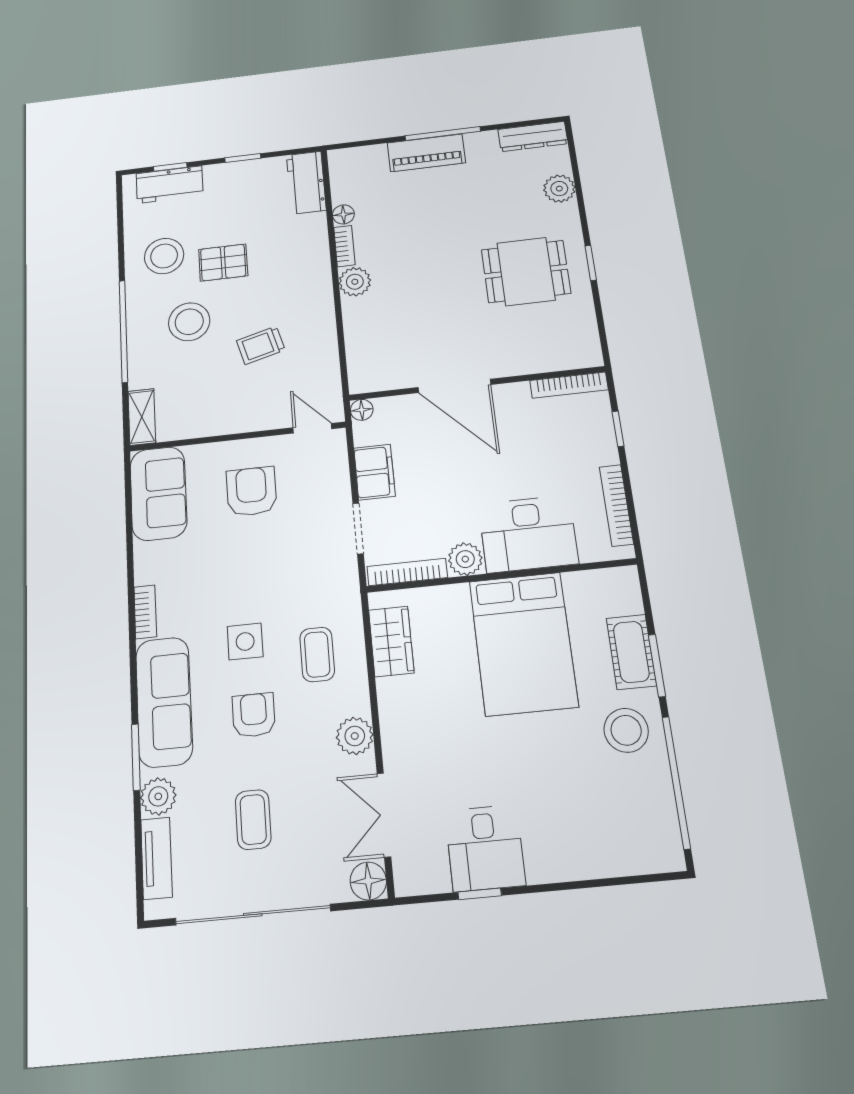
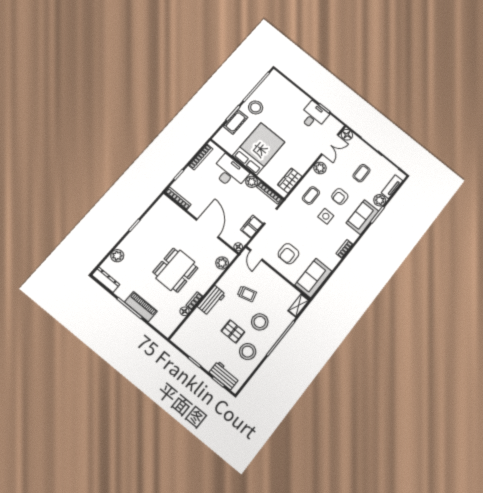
workbench: (306, 183) -> (212, 300), moved
dining table: (526, 271) -> (175, 270), moved, width x1.38
plant: (355, 282) -> (222, 263), moved
sofa: (164, 702) -> (362, 217), width x0.73

